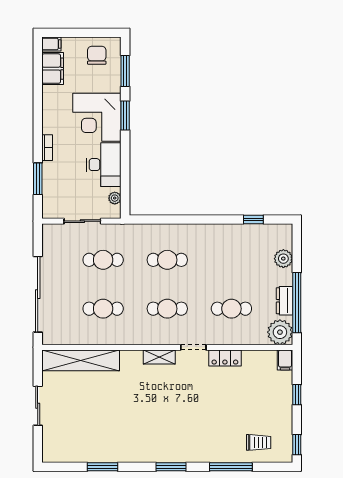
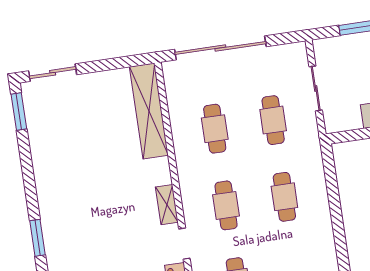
plant: (115, 198) -> (349, 123), removed
sliding door: (38, 406) -> (53, 73), moved
window: (103, 467) -> (19, 111), moved

